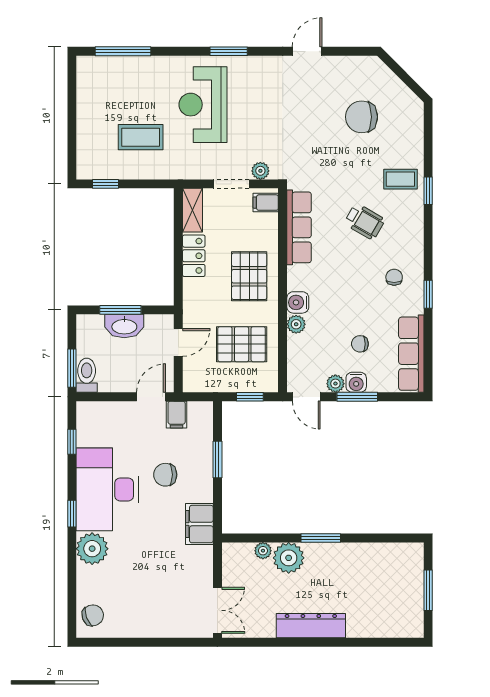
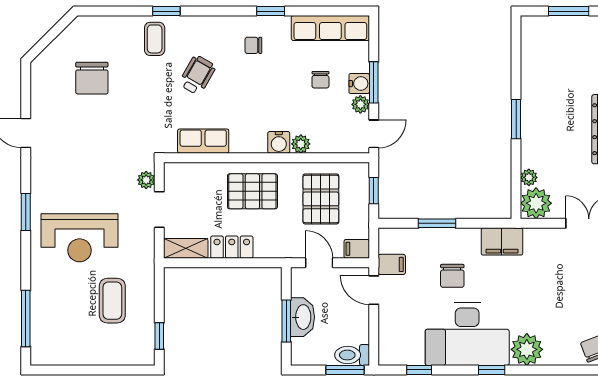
filing cabinet: (266, 203) -> (357, 249), moved, turned 90
row of seats: (299, 227) -> (203, 141), width x0.68
plant: (289, 558) -> (536, 203), moved

